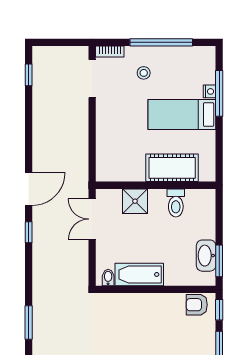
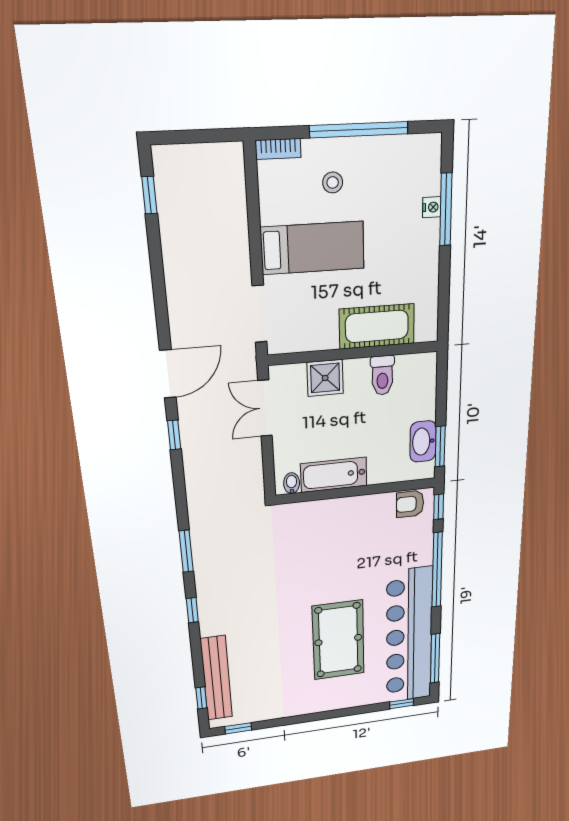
doorway: (92, 79) -> (259, 314), moved
bed: (182, 114) -> (313, 248), moved, turned 180

